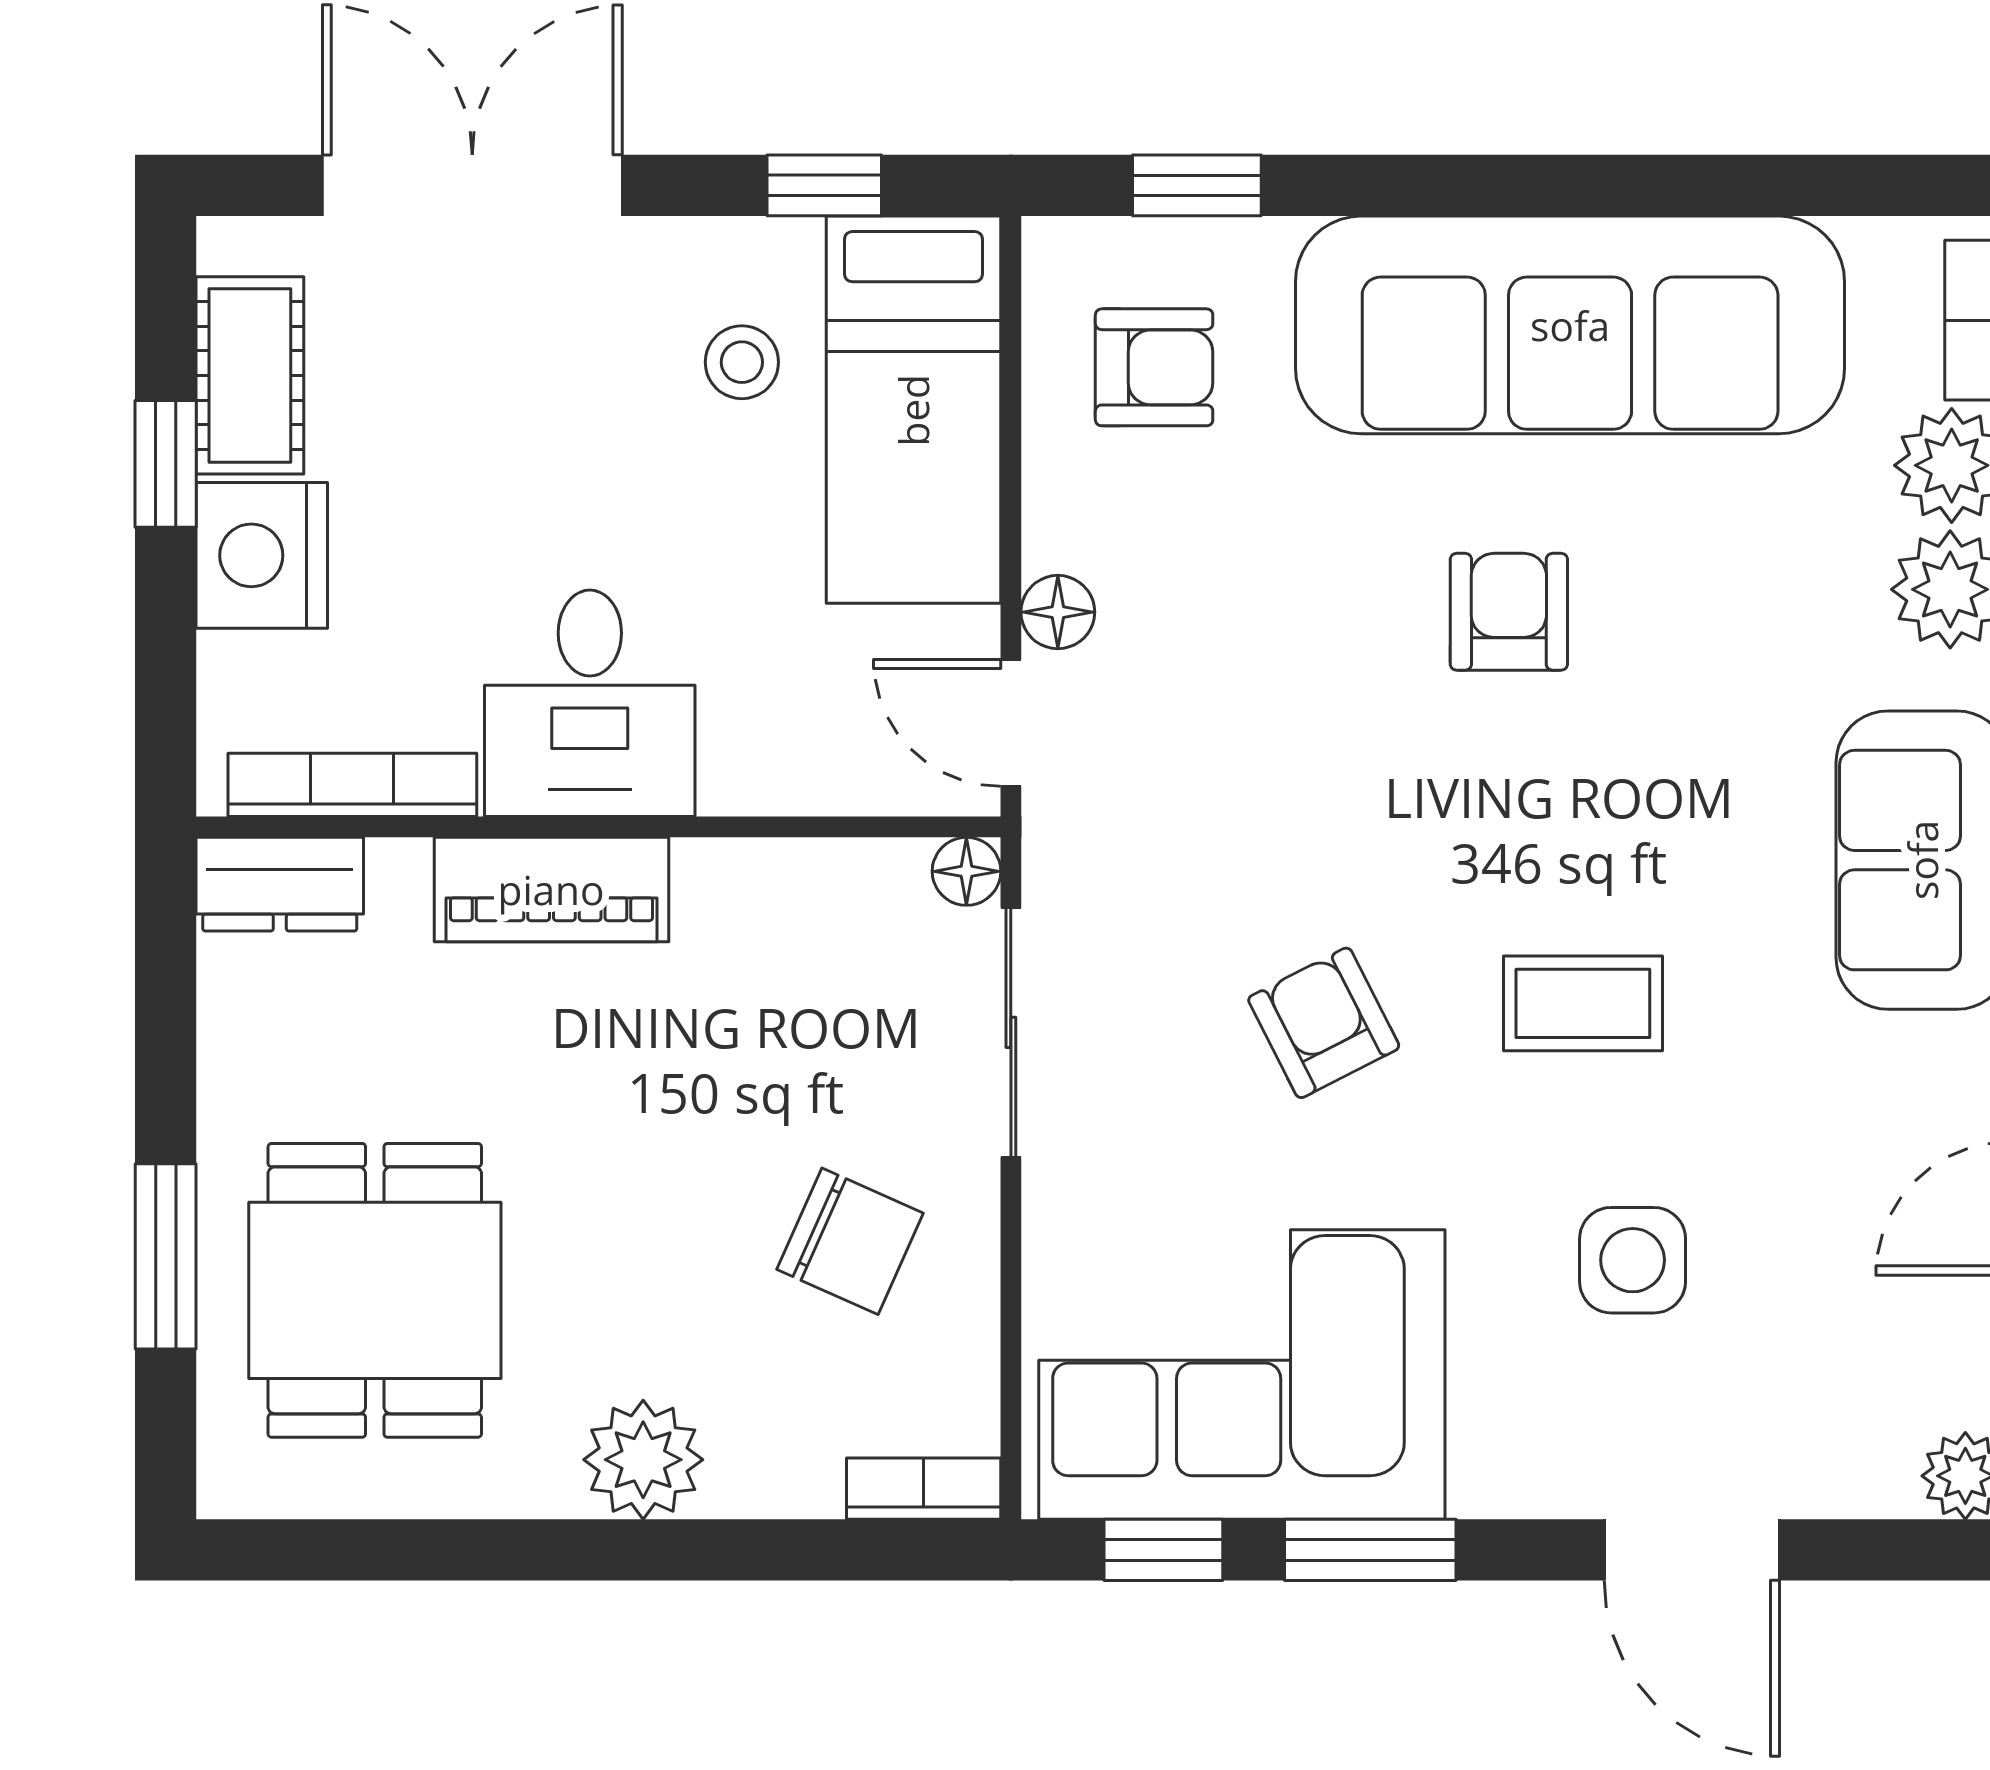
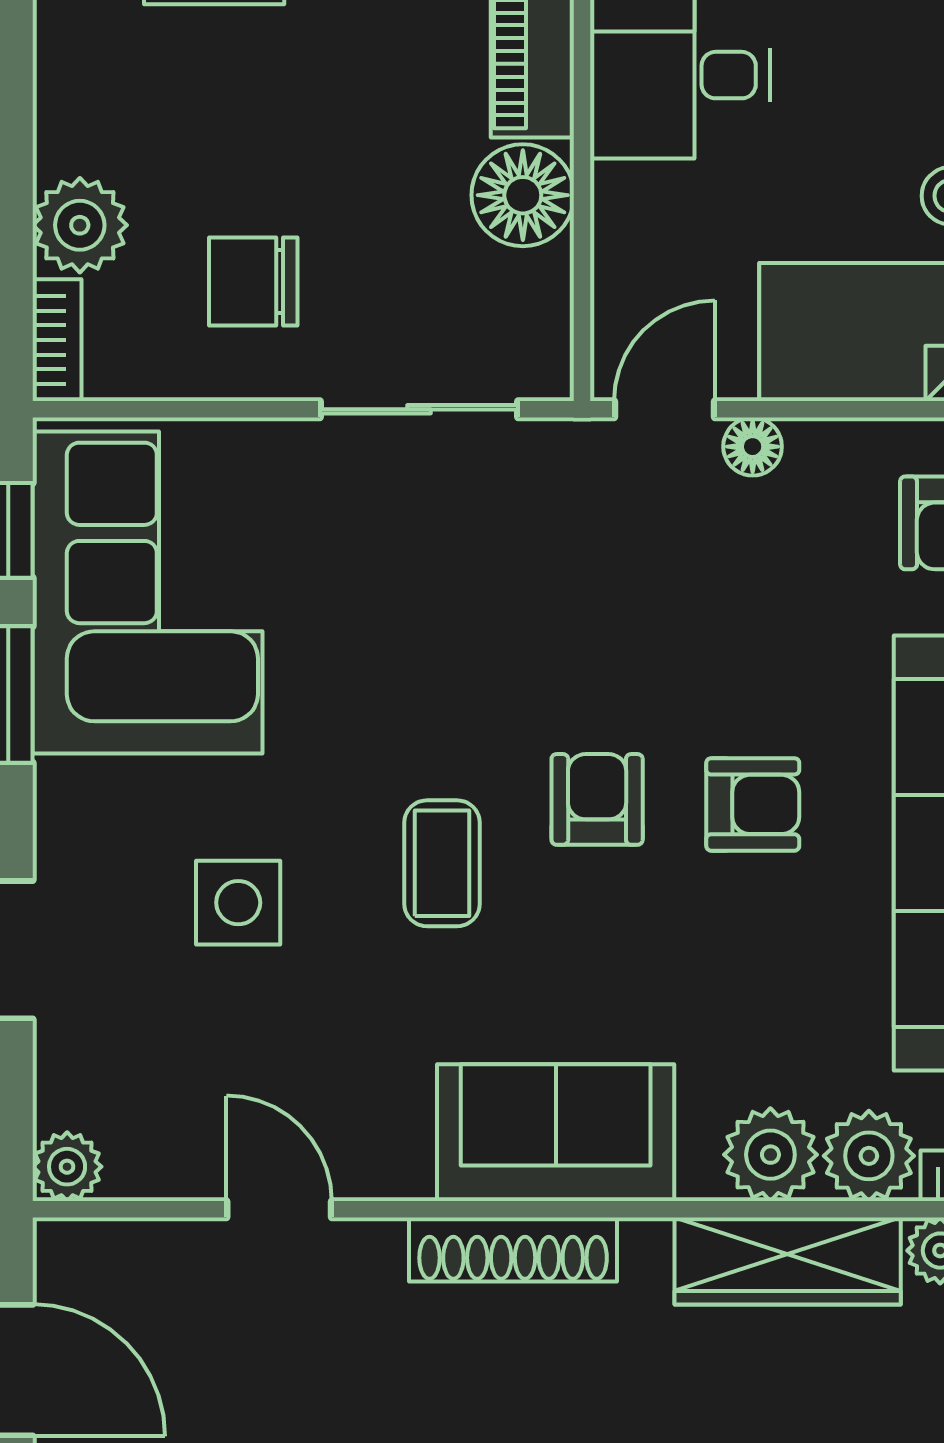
floor lamp: (966, 871) -> (523, 195), moved, width x1.89, depth x1.89
armchair: (1324, 1023) -> (597, 799), moved, turned -63
chair: (850, 1241) -> (253, 282), turned 66
plant: (643, 1460) -> (80, 225), moved

